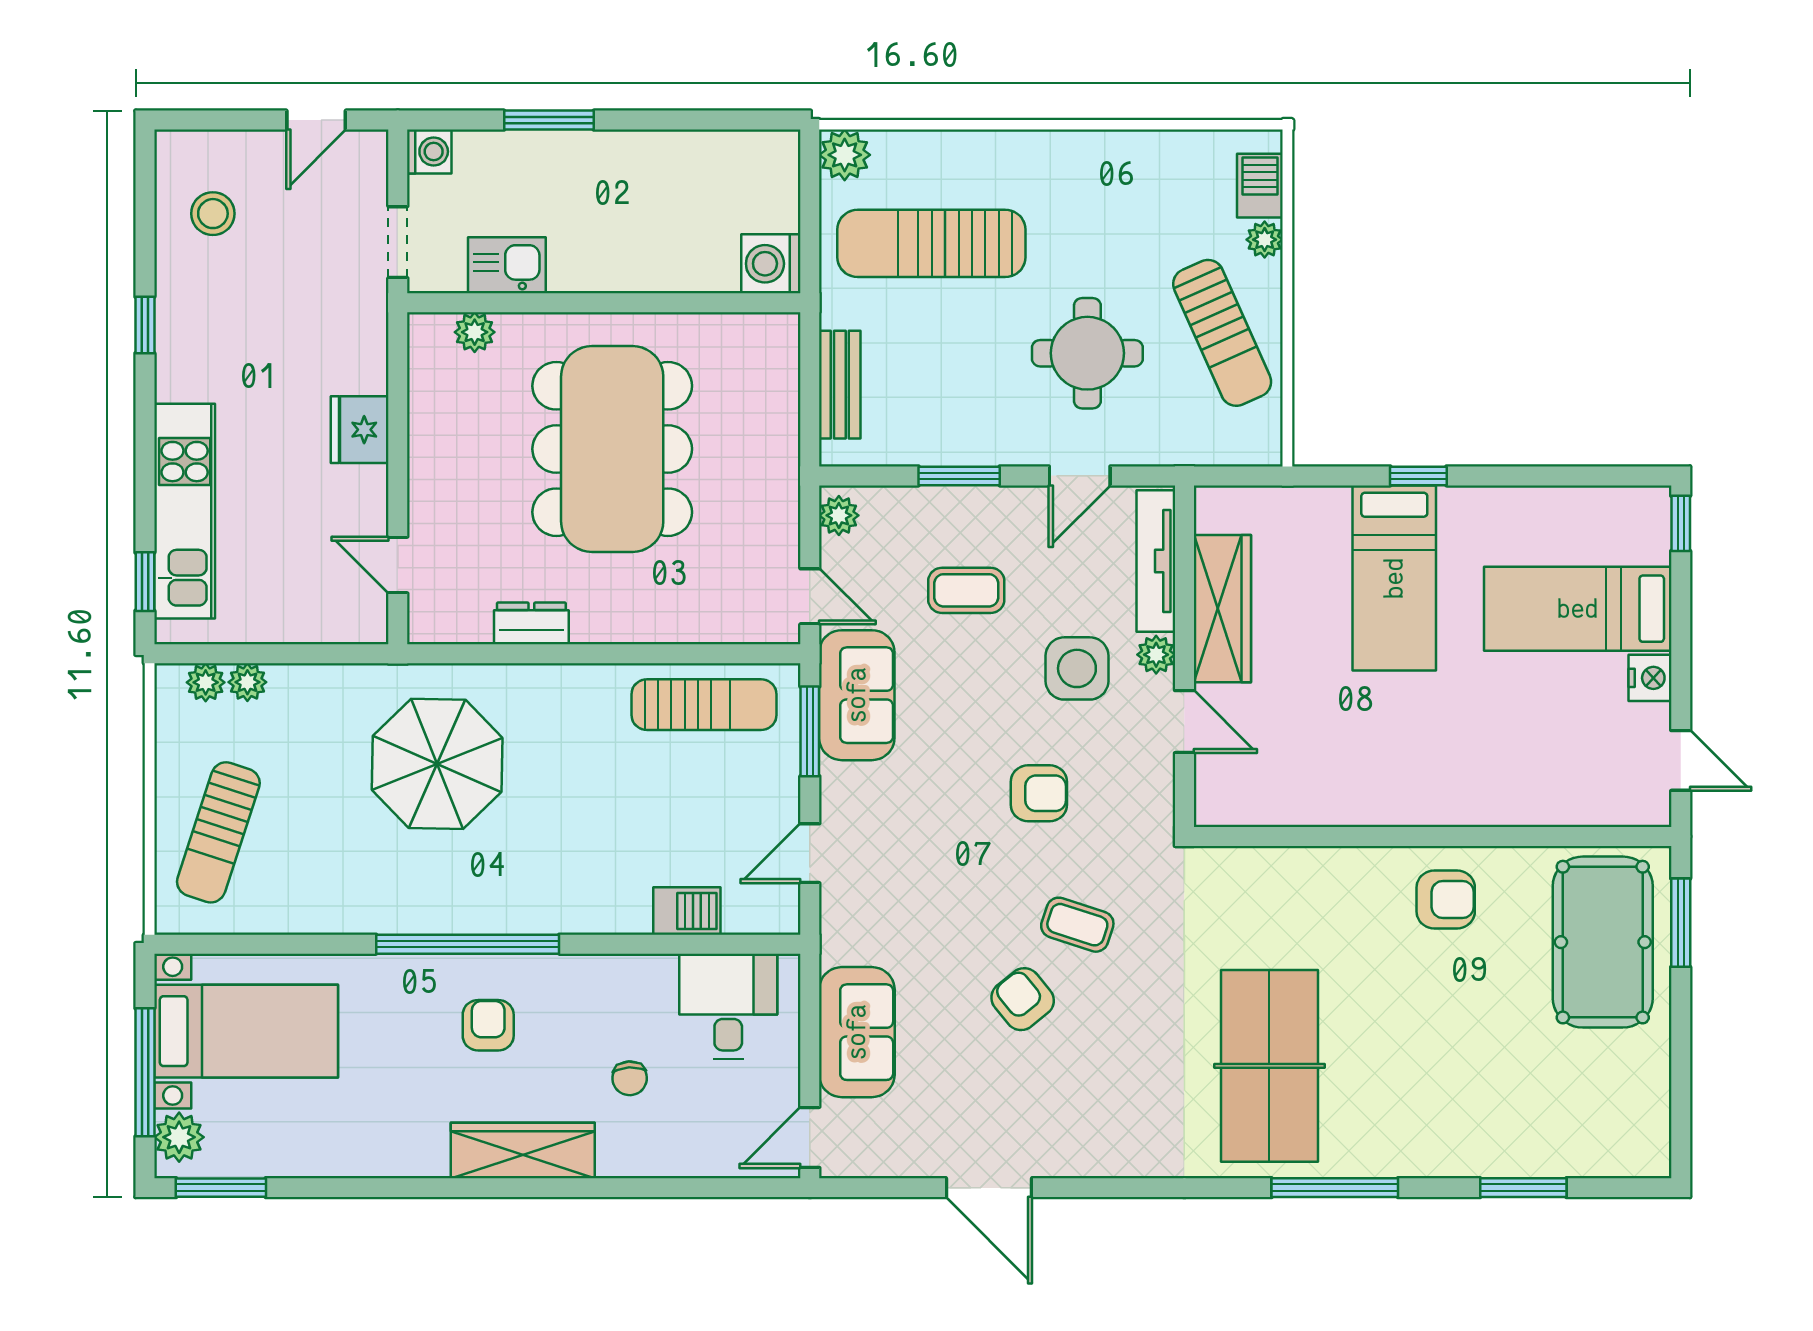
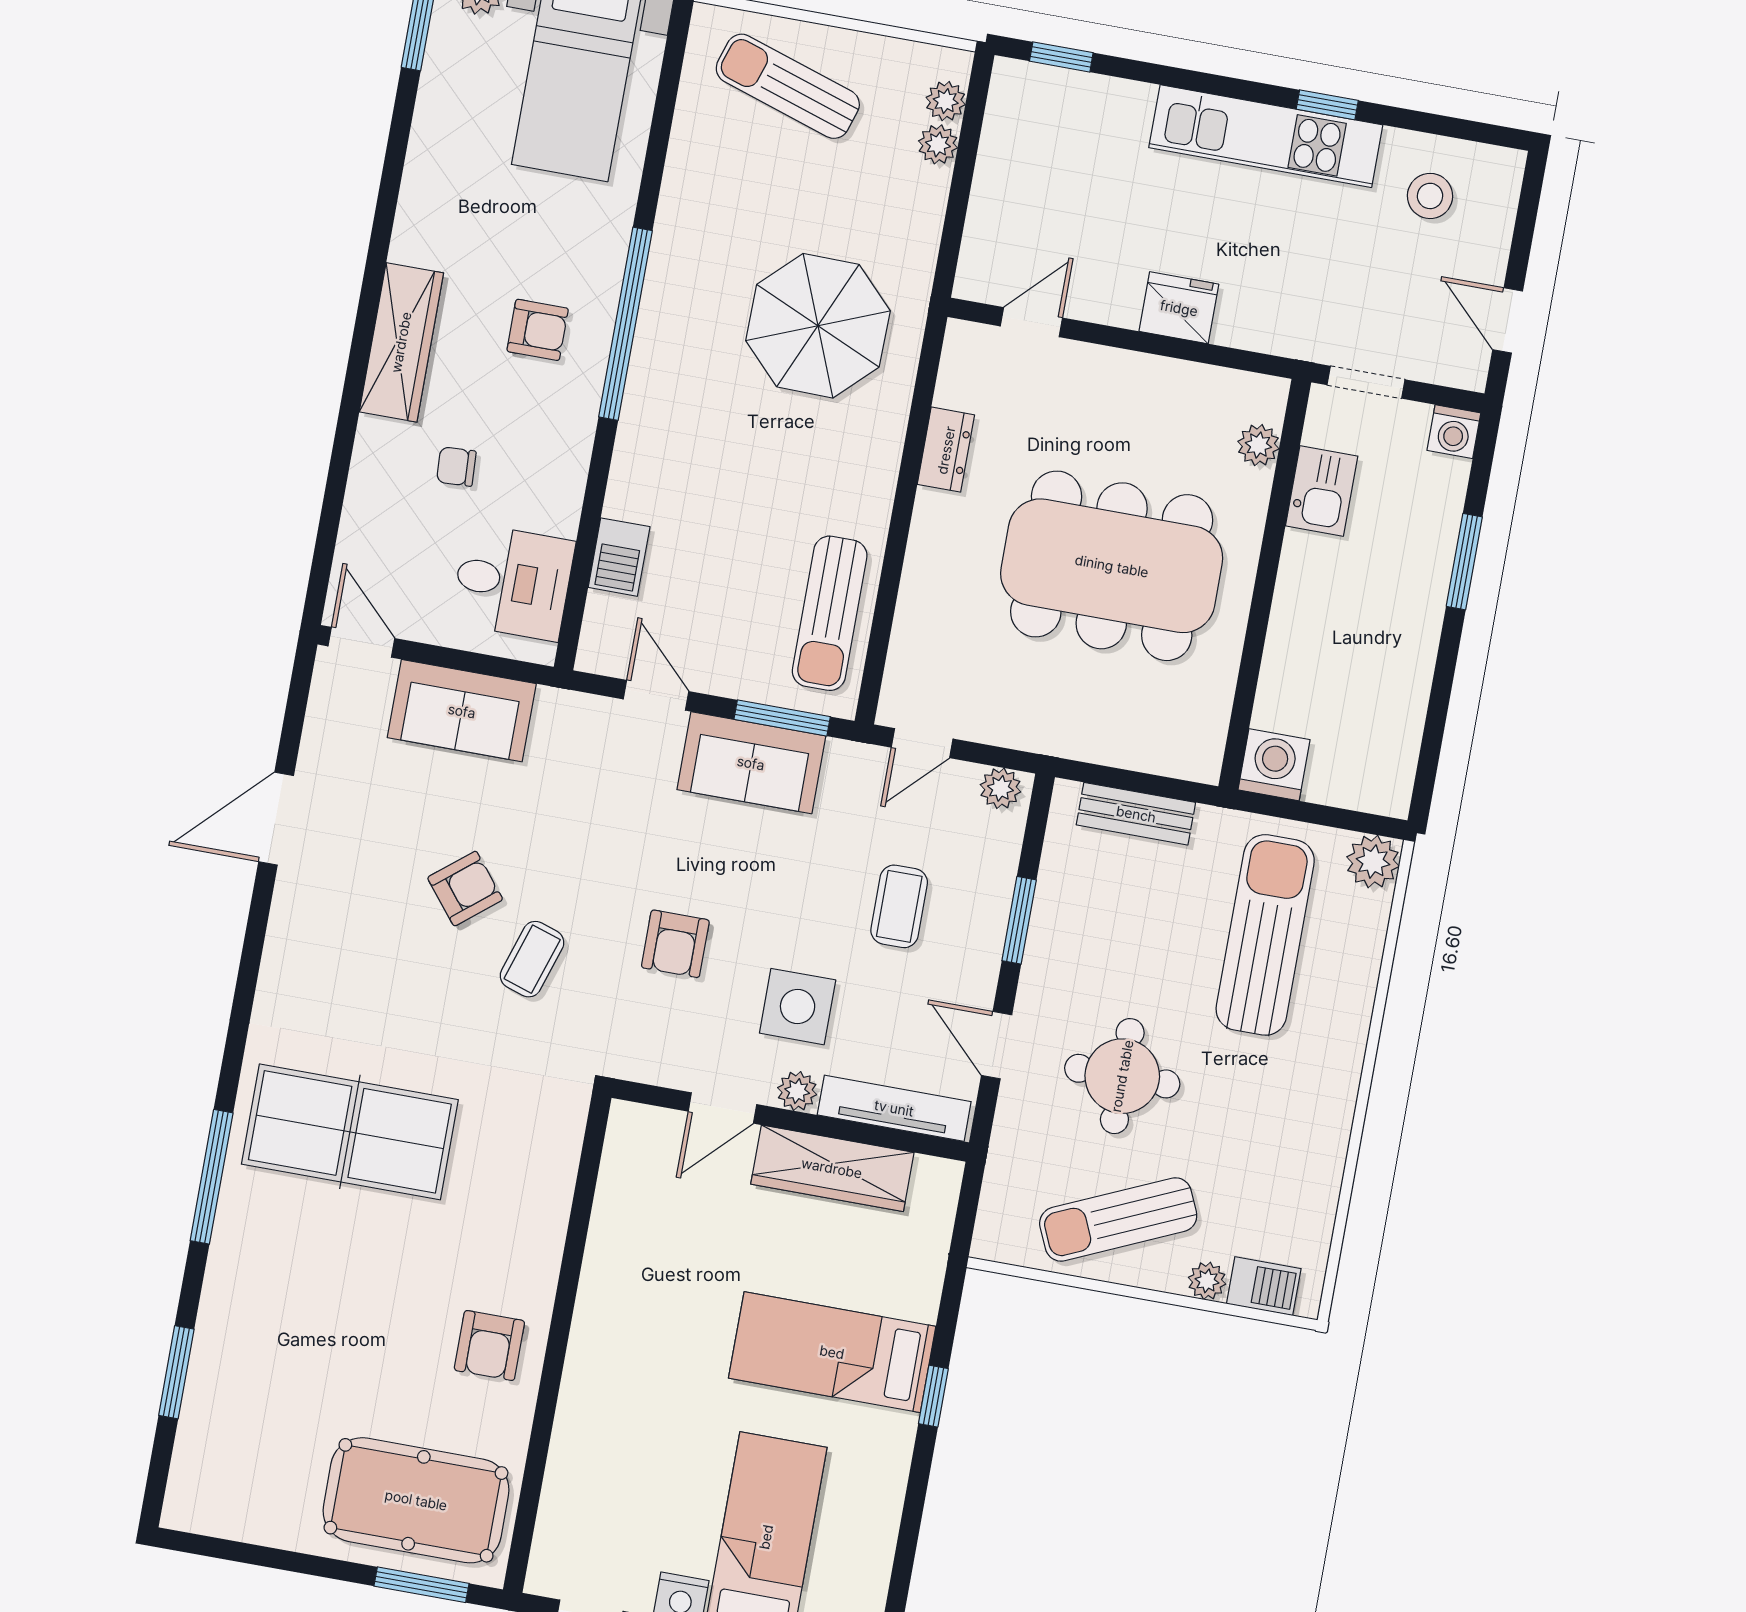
kitchen unit: (185, 511) -> (1266, 136), moved
sofa: (857, 695) -> (751, 763), moved

